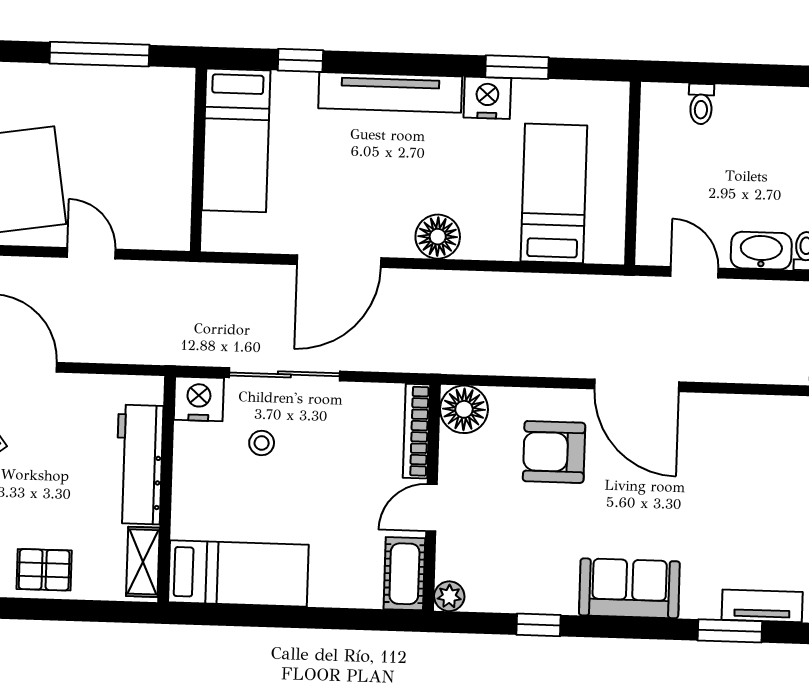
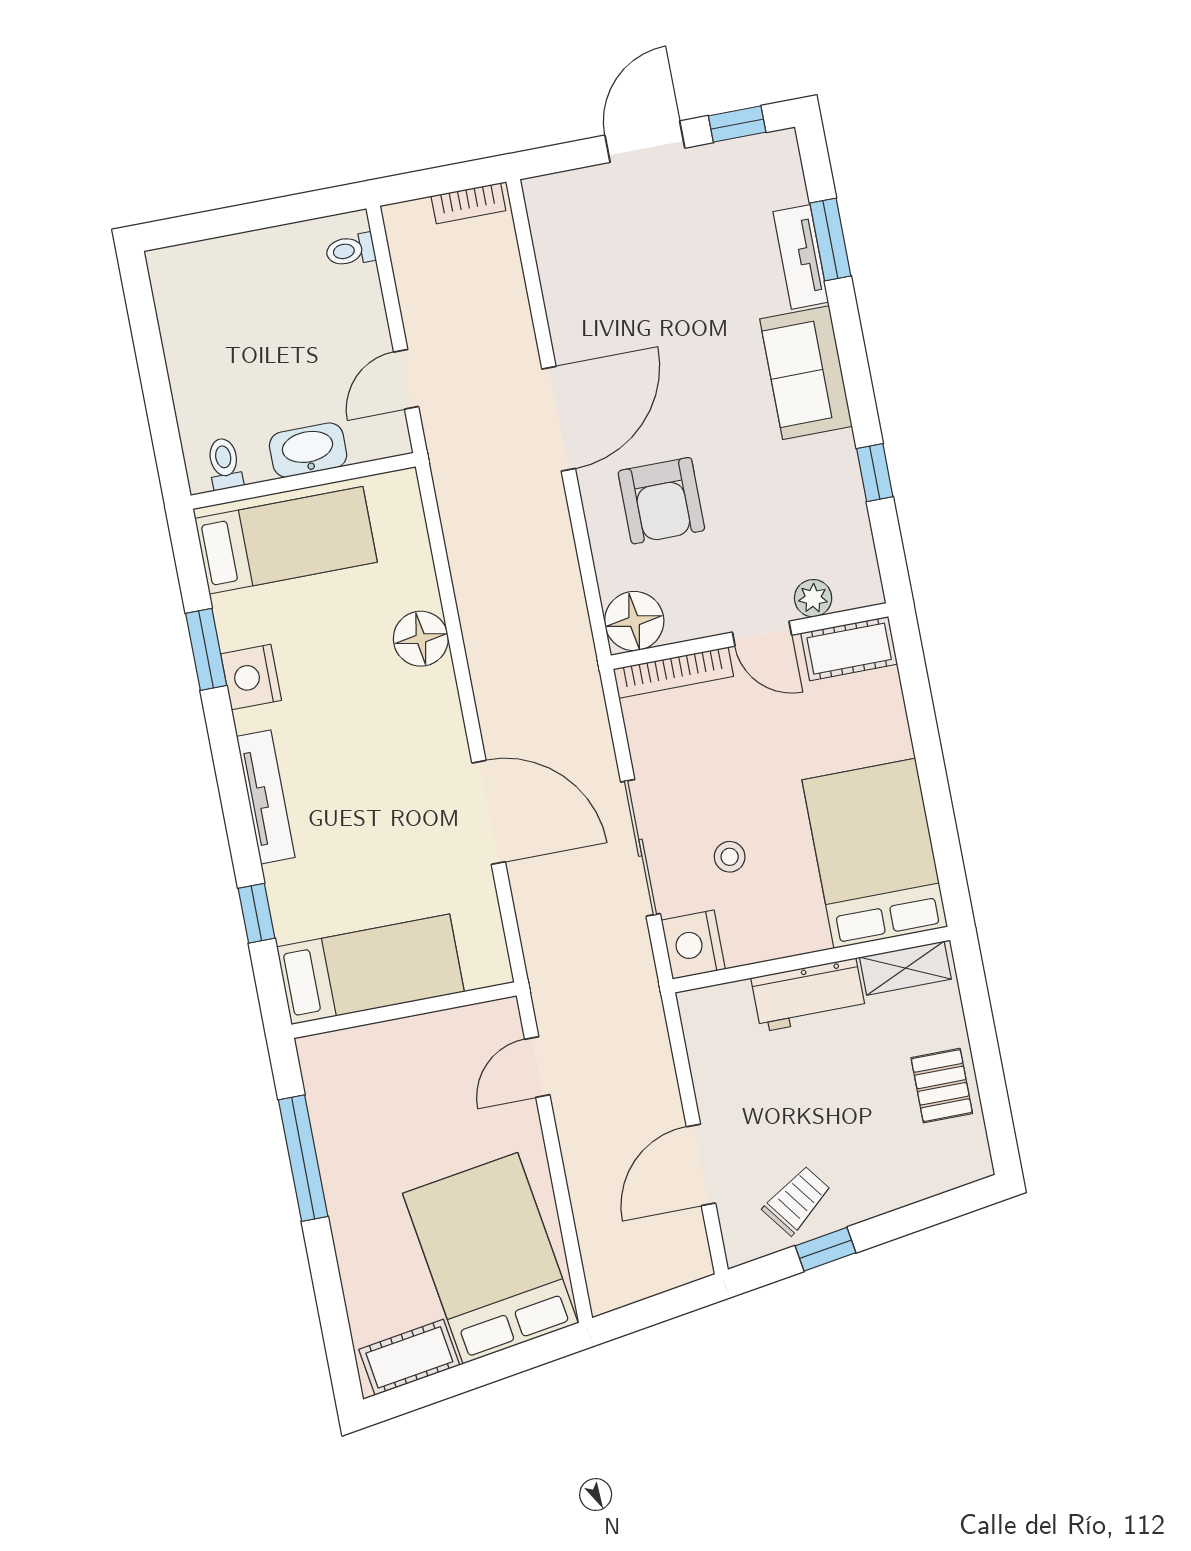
tv unit: (390, 92) -> (266, 797), width x0.73, depth x0.78
toilet: (701, 104) -> (225, 464), moved, turned -90
bed: (554, 193) -> (286, 540), moved, turned 180
floor lamp: (438, 237) -> (421, 639), moved
washbasin: (761, 251) -> (308, 450), moved, turned 90
door: (91, 253) -> (537, 1067), moved
workbench: (139, 465) -> (809, 995), width x0.73
bed: (238, 573) -> (875, 853), width x1.50
plant: (449, 596) -> (813, 598), moved
tv unit: (762, 606) -> (801, 257), moved

